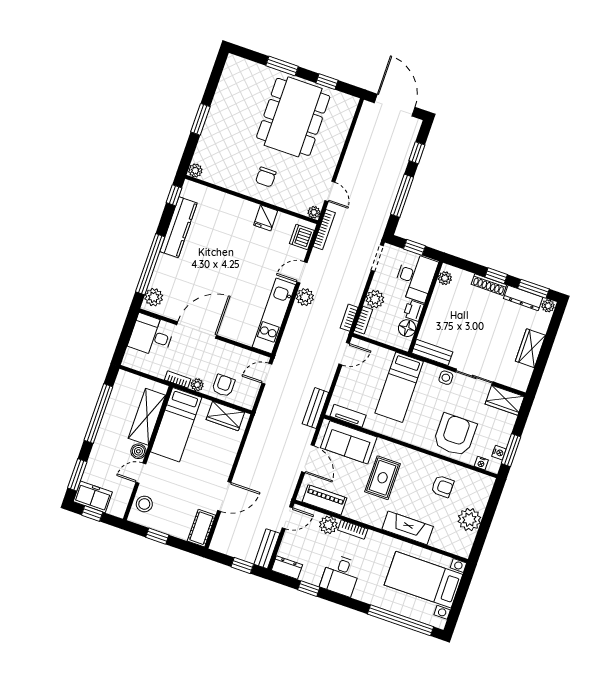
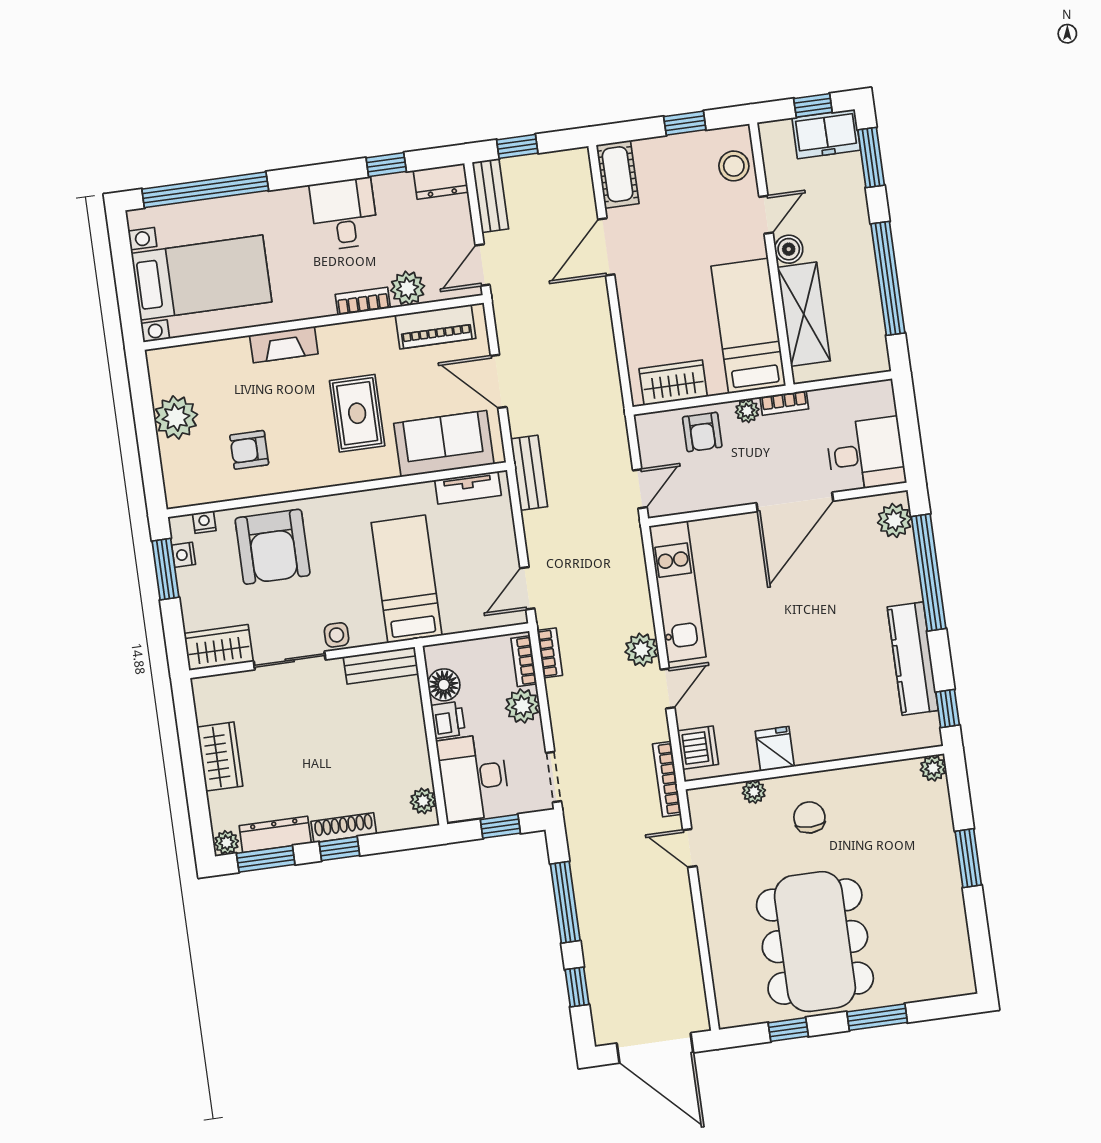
plant: (314, 212) -> (754, 792), moved
fireplace: (408, 528) -> (284, 345), width x0.73, depth x0.76

